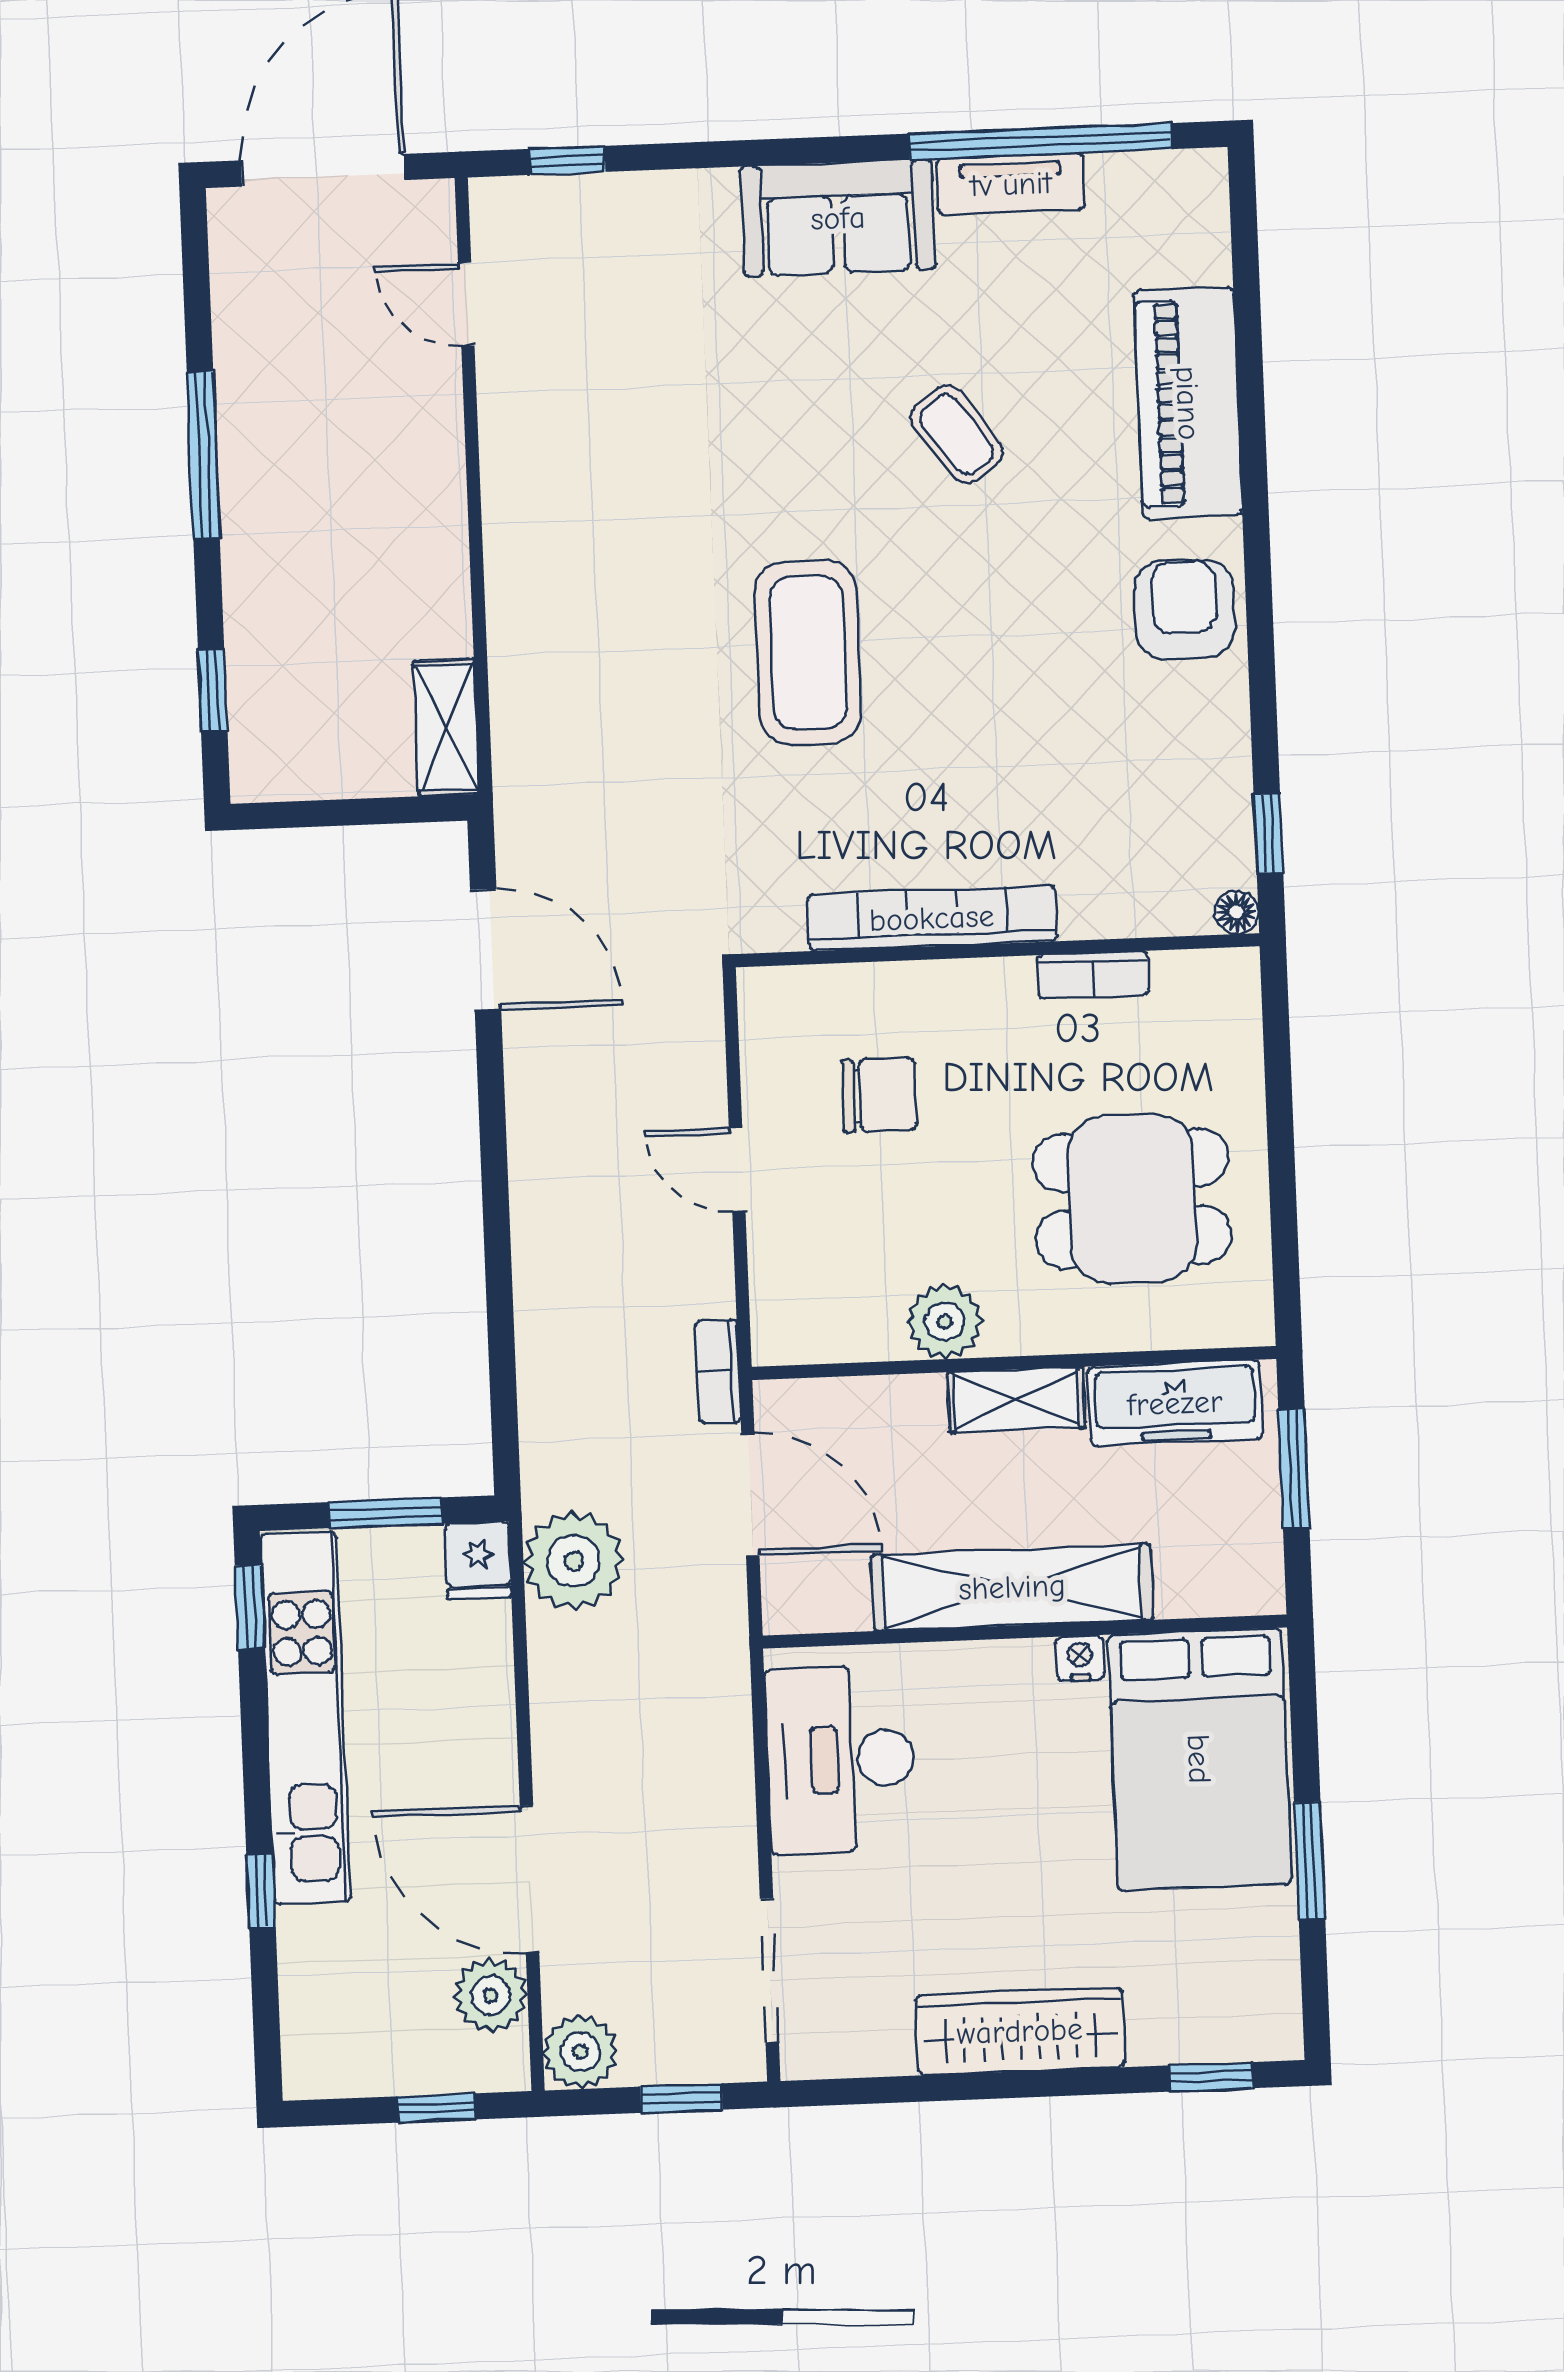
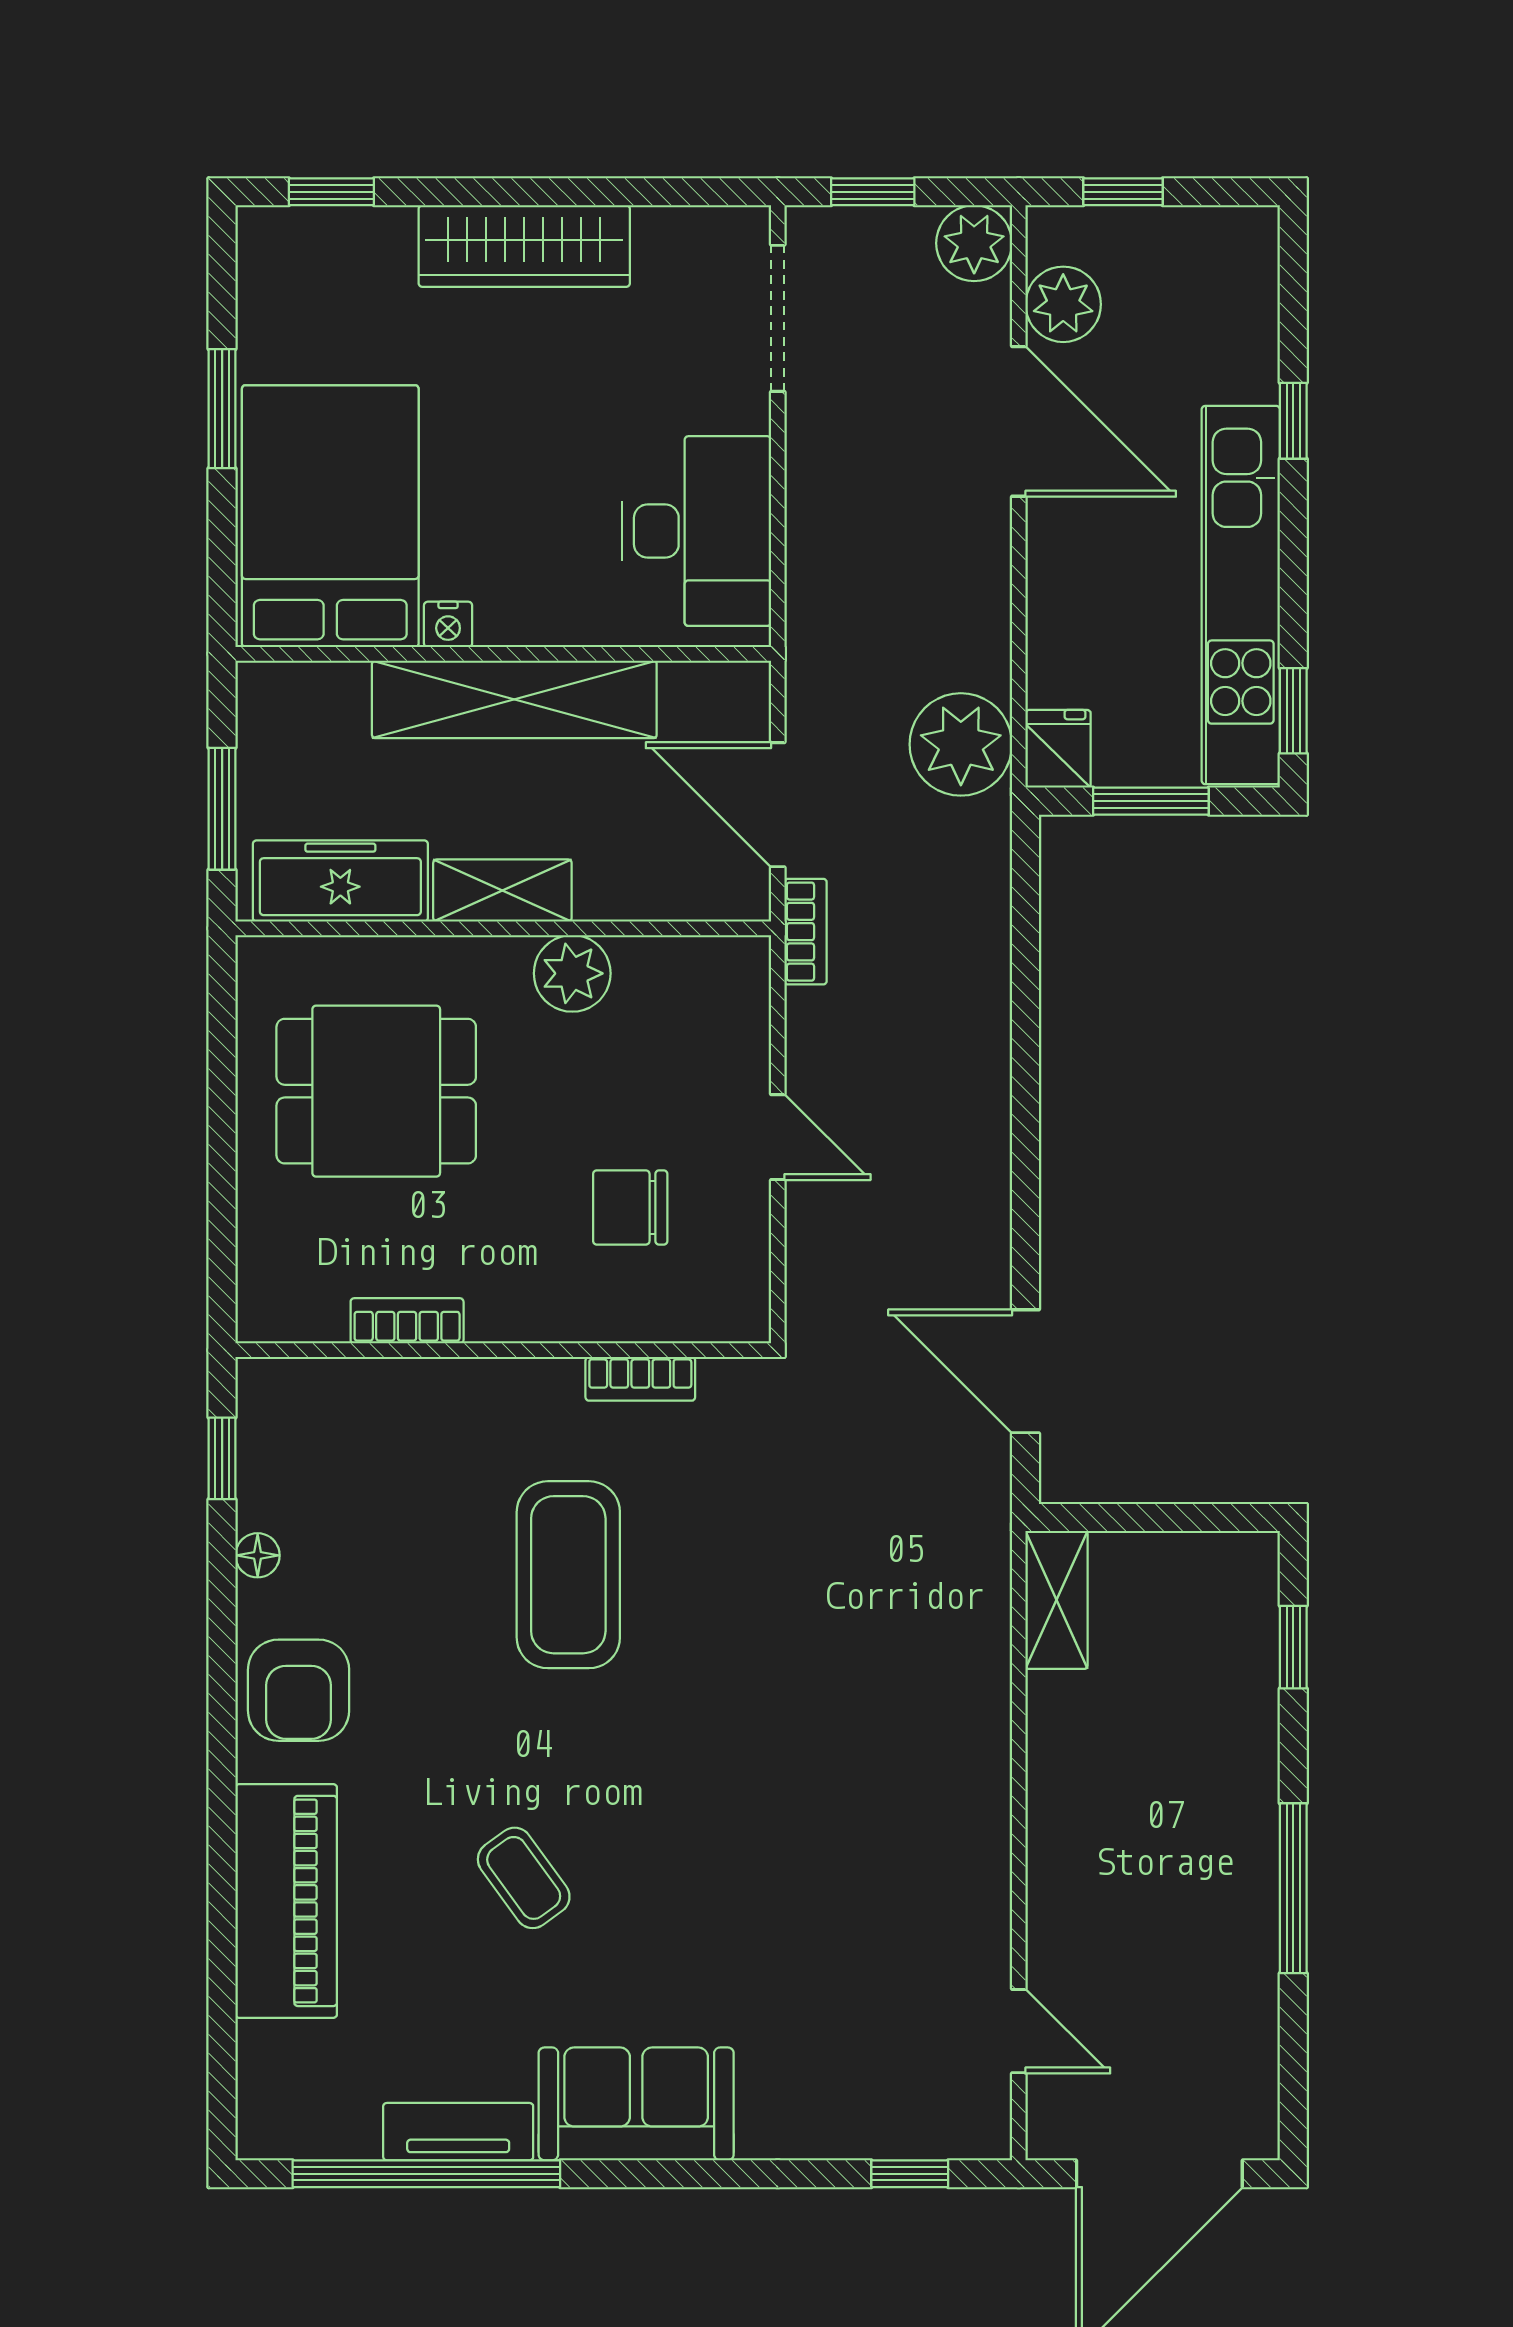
coffee table: (808, 652) -> (568, 1575), moved
floor lamp: (1237, 912) -> (258, 1555), moved
bookcase: (932, 918) -> (640, 1379), width x0.43, depth x0.76

